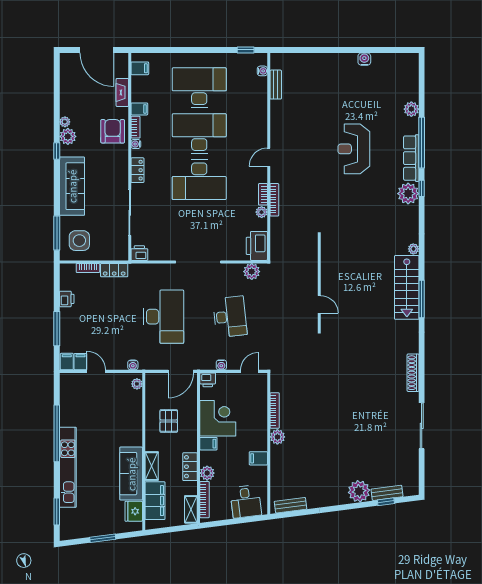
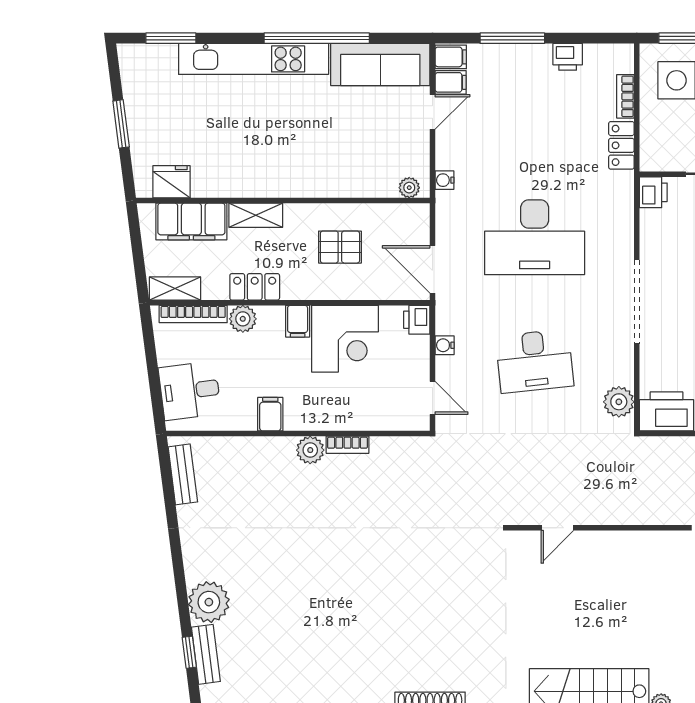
bookcase: (275, 411) -> (347, 445), width x0.64
sofa: (131, 474) -> (380, 64), moved, turned 180

